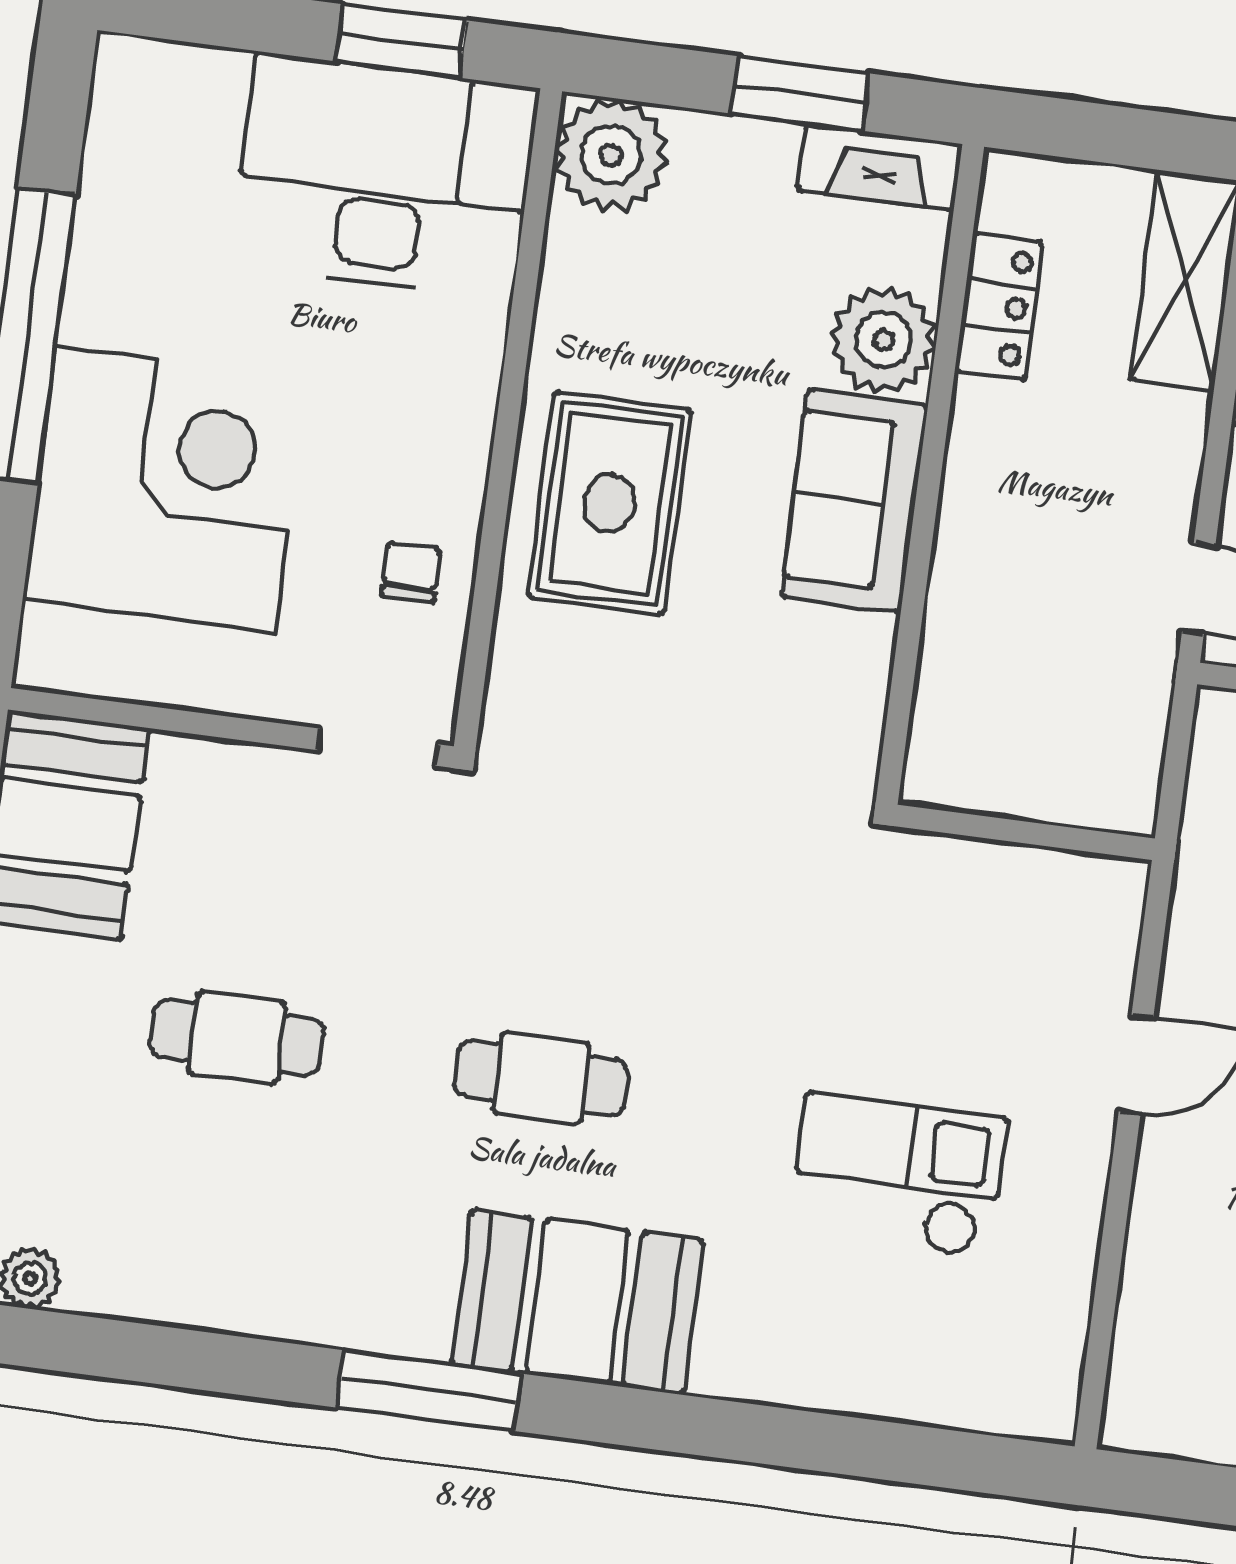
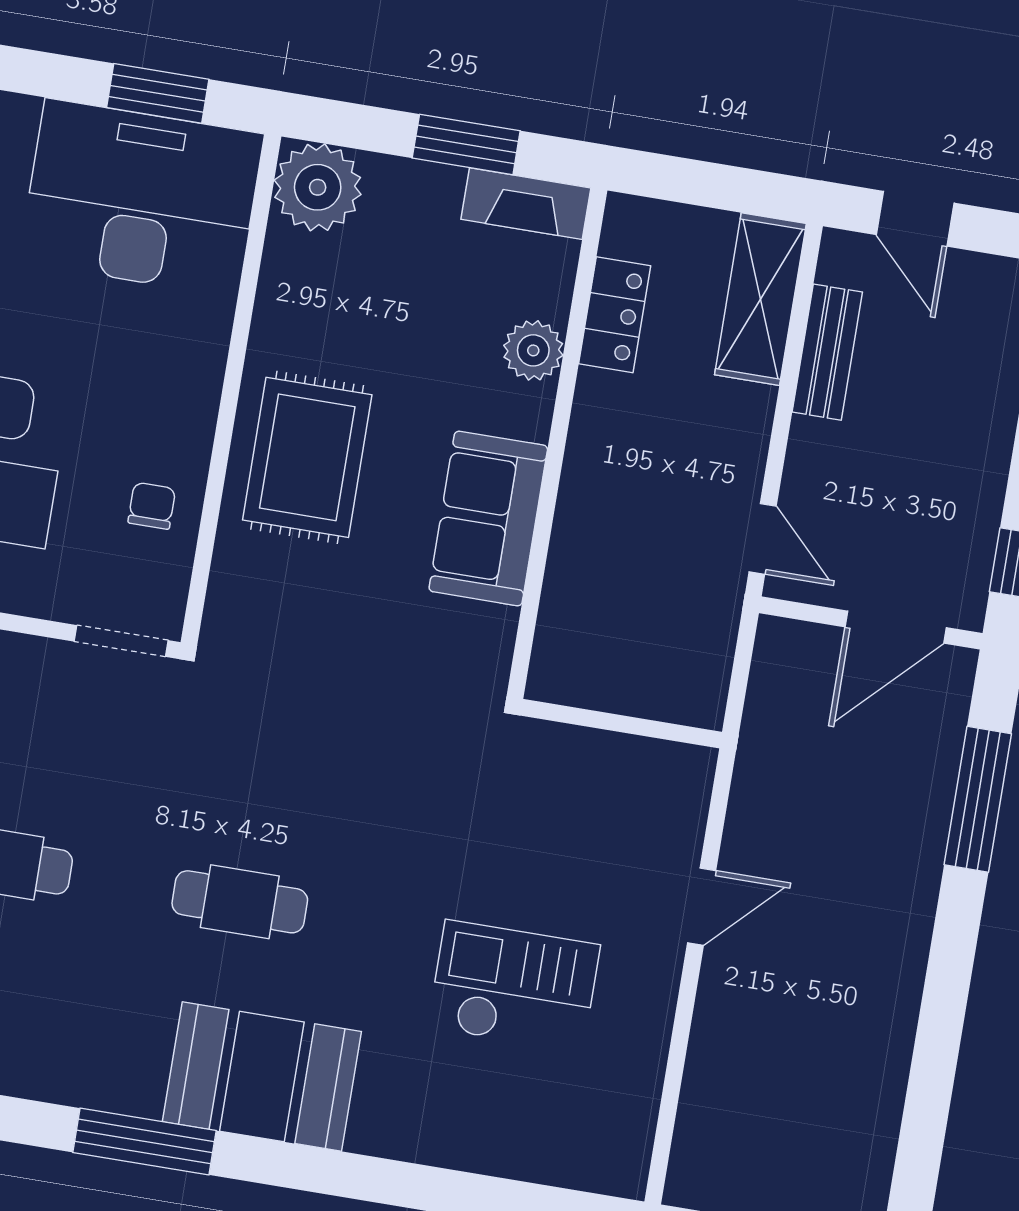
plant: (883, 340) -> (533, 350), width x0.73, depth x0.73
sofa: (854, 501) -> (488, 518), moved

